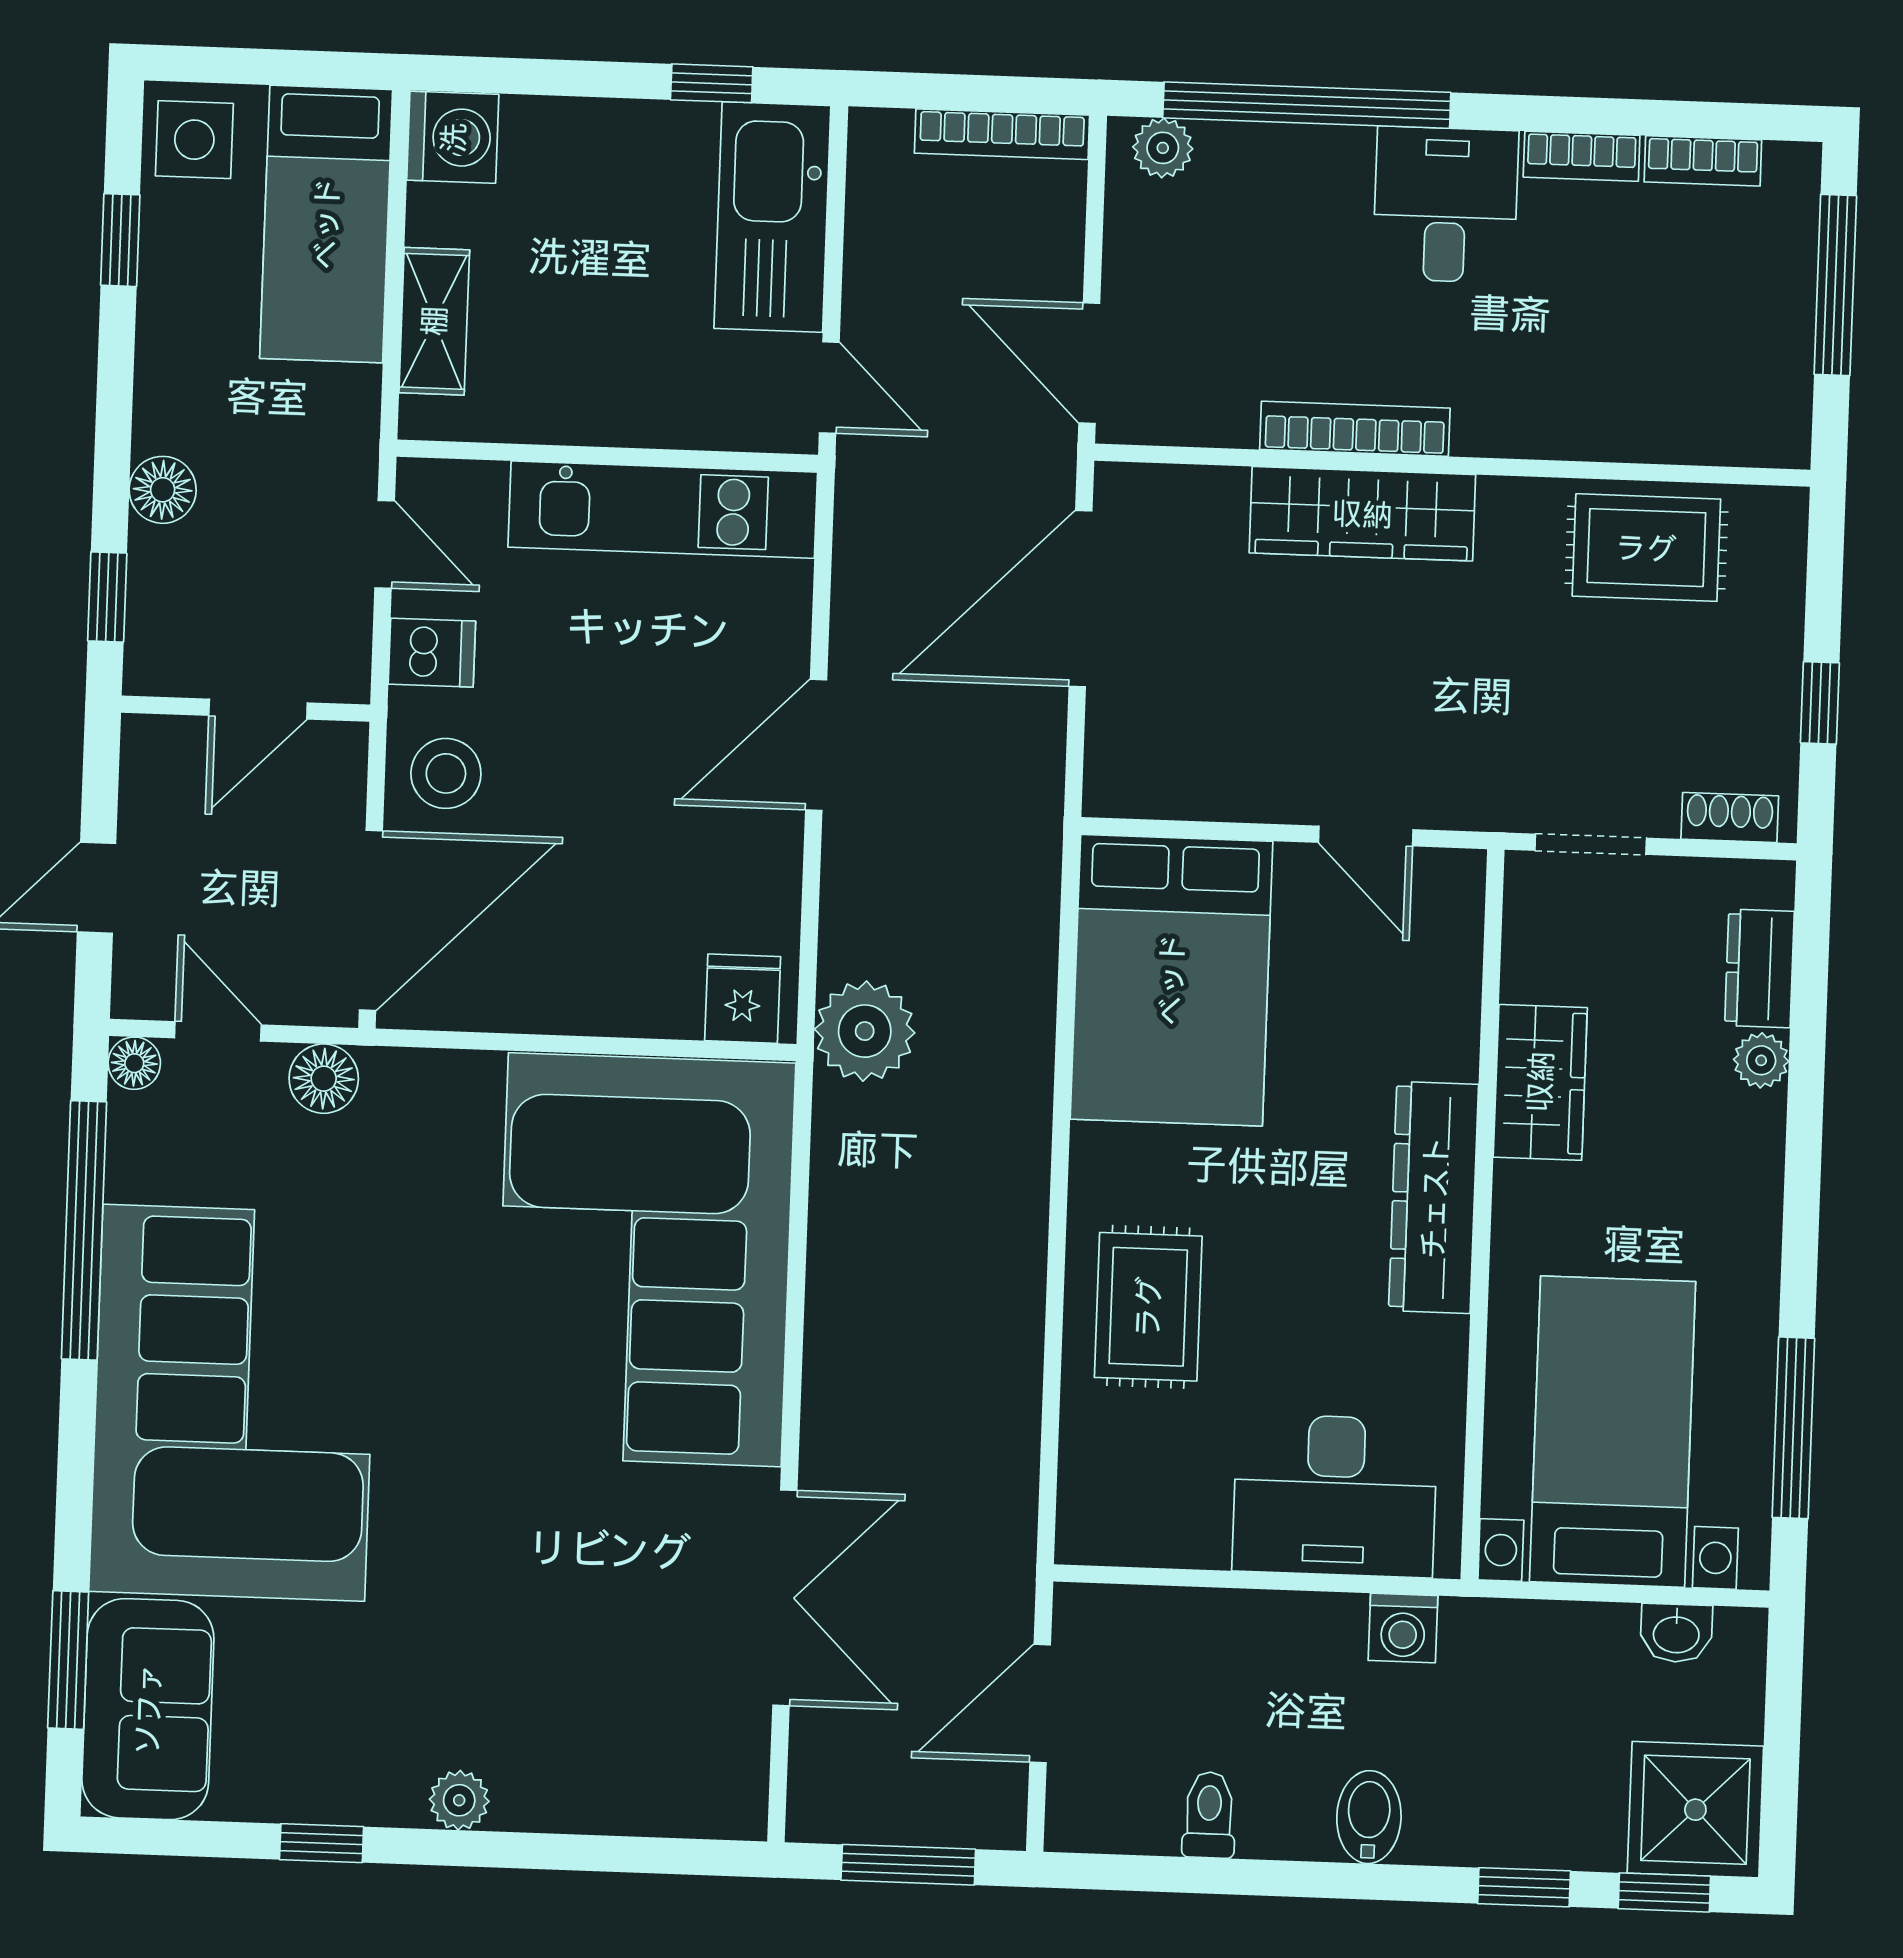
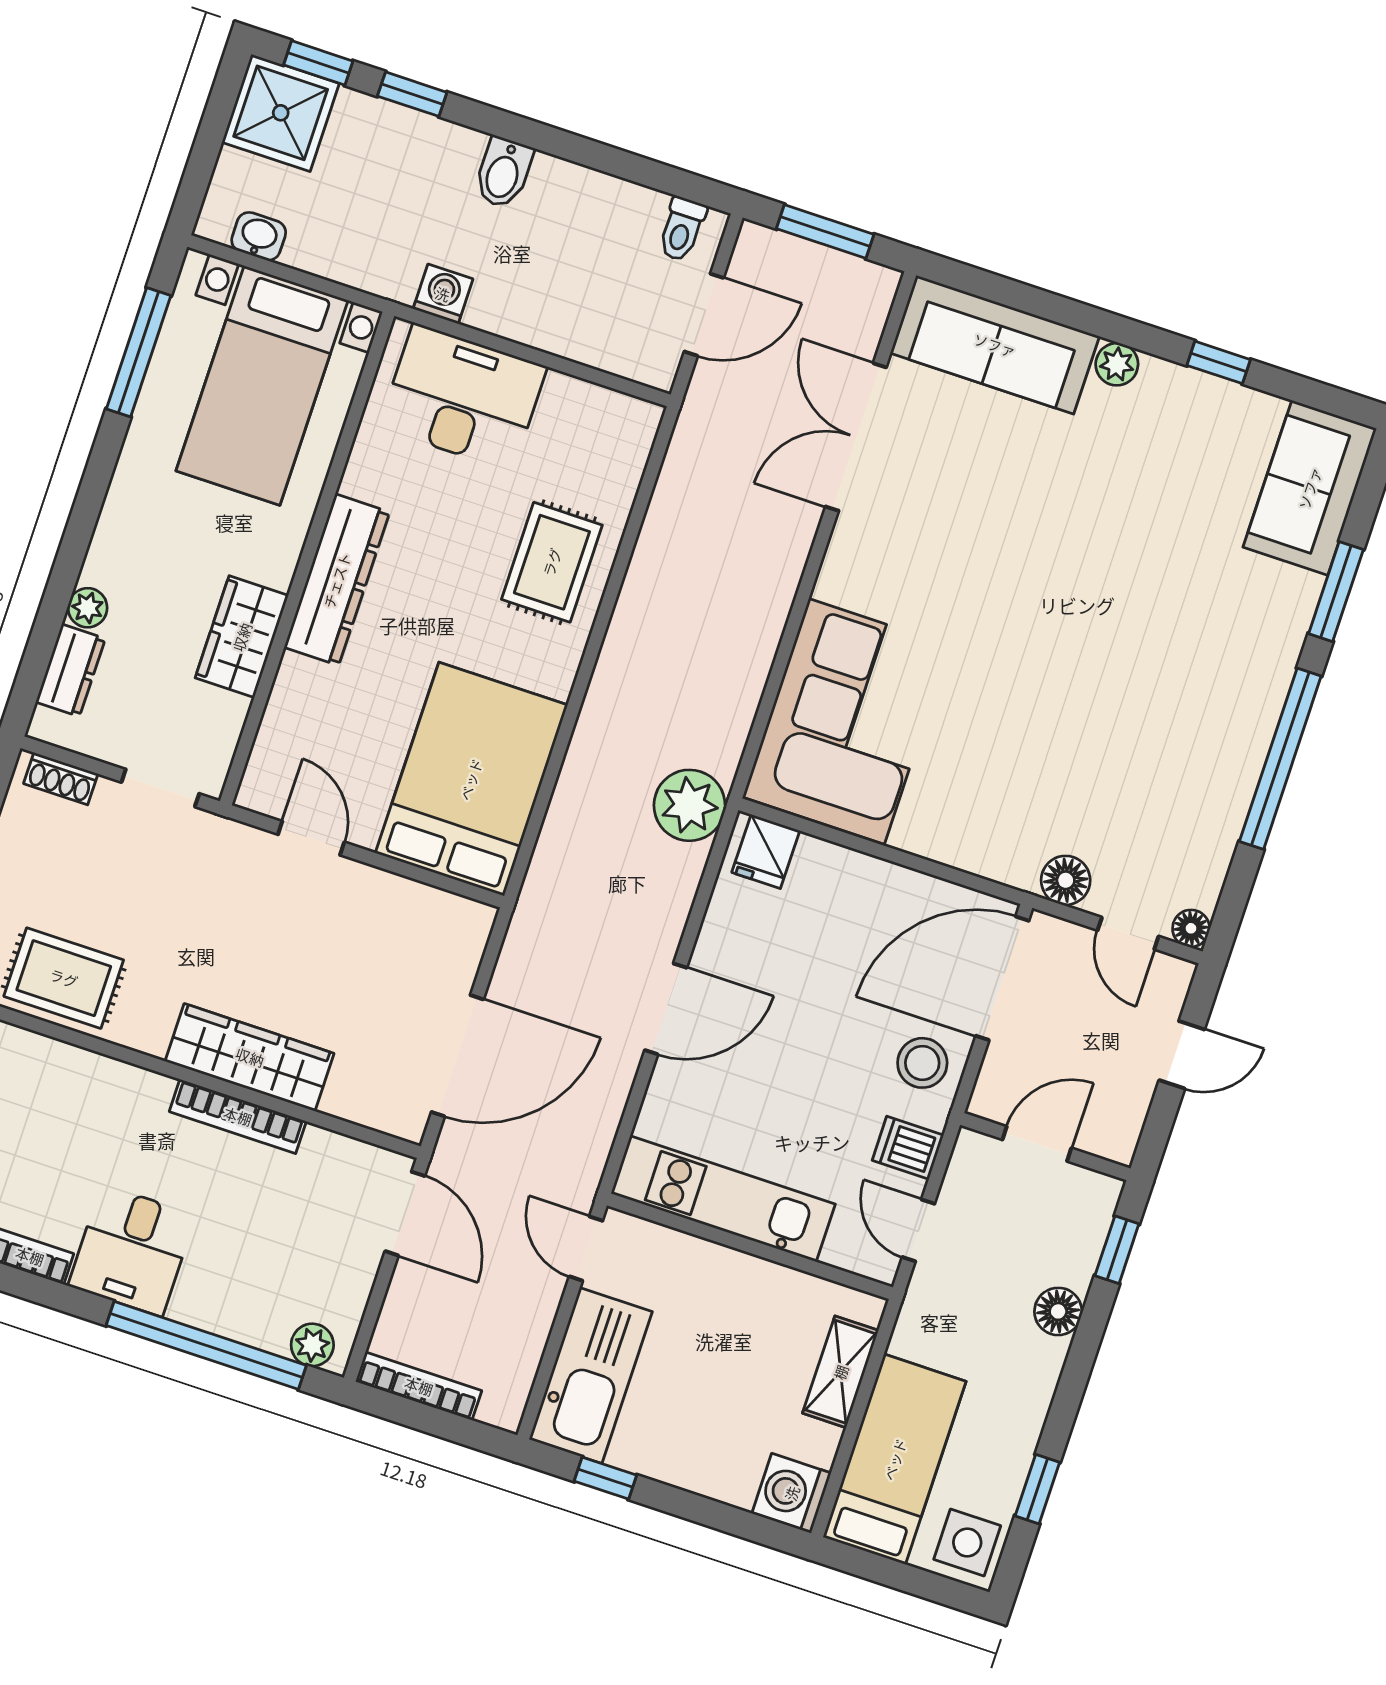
window: (84, 1230) -> (1280, 759), moved
corner sofa: (645, 1260) -> (846, 721), width x0.73, depth x0.74
corner sofa: (234, 1403) -> (1191, 678), removed
window: (68, 1660) -> (1336, 592), moved
sofa: (633, 1778) -> (995, 345), added
toilet: (1209, 1815) -> (682, 229), moved

